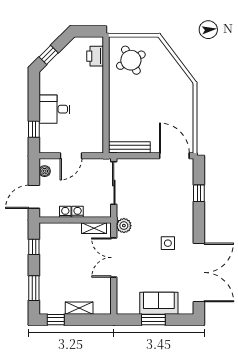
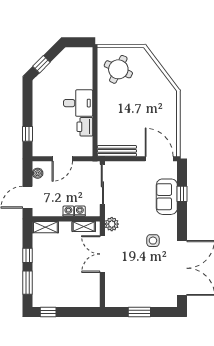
printer: (95, 56) -> (85, 127), moved
round table: (131, 60) -> (118, 69), turned -37
desk: (55, 109) -> (78, 103), moved, turned 180
washing machine: (65, 212) -> (80, 211), moved
window: (34, 247) -> (28, 255), moved
sofa: (159, 303) -> (167, 197), moved, turned -90
shelving: (79, 308) -> (45, 227), moved

